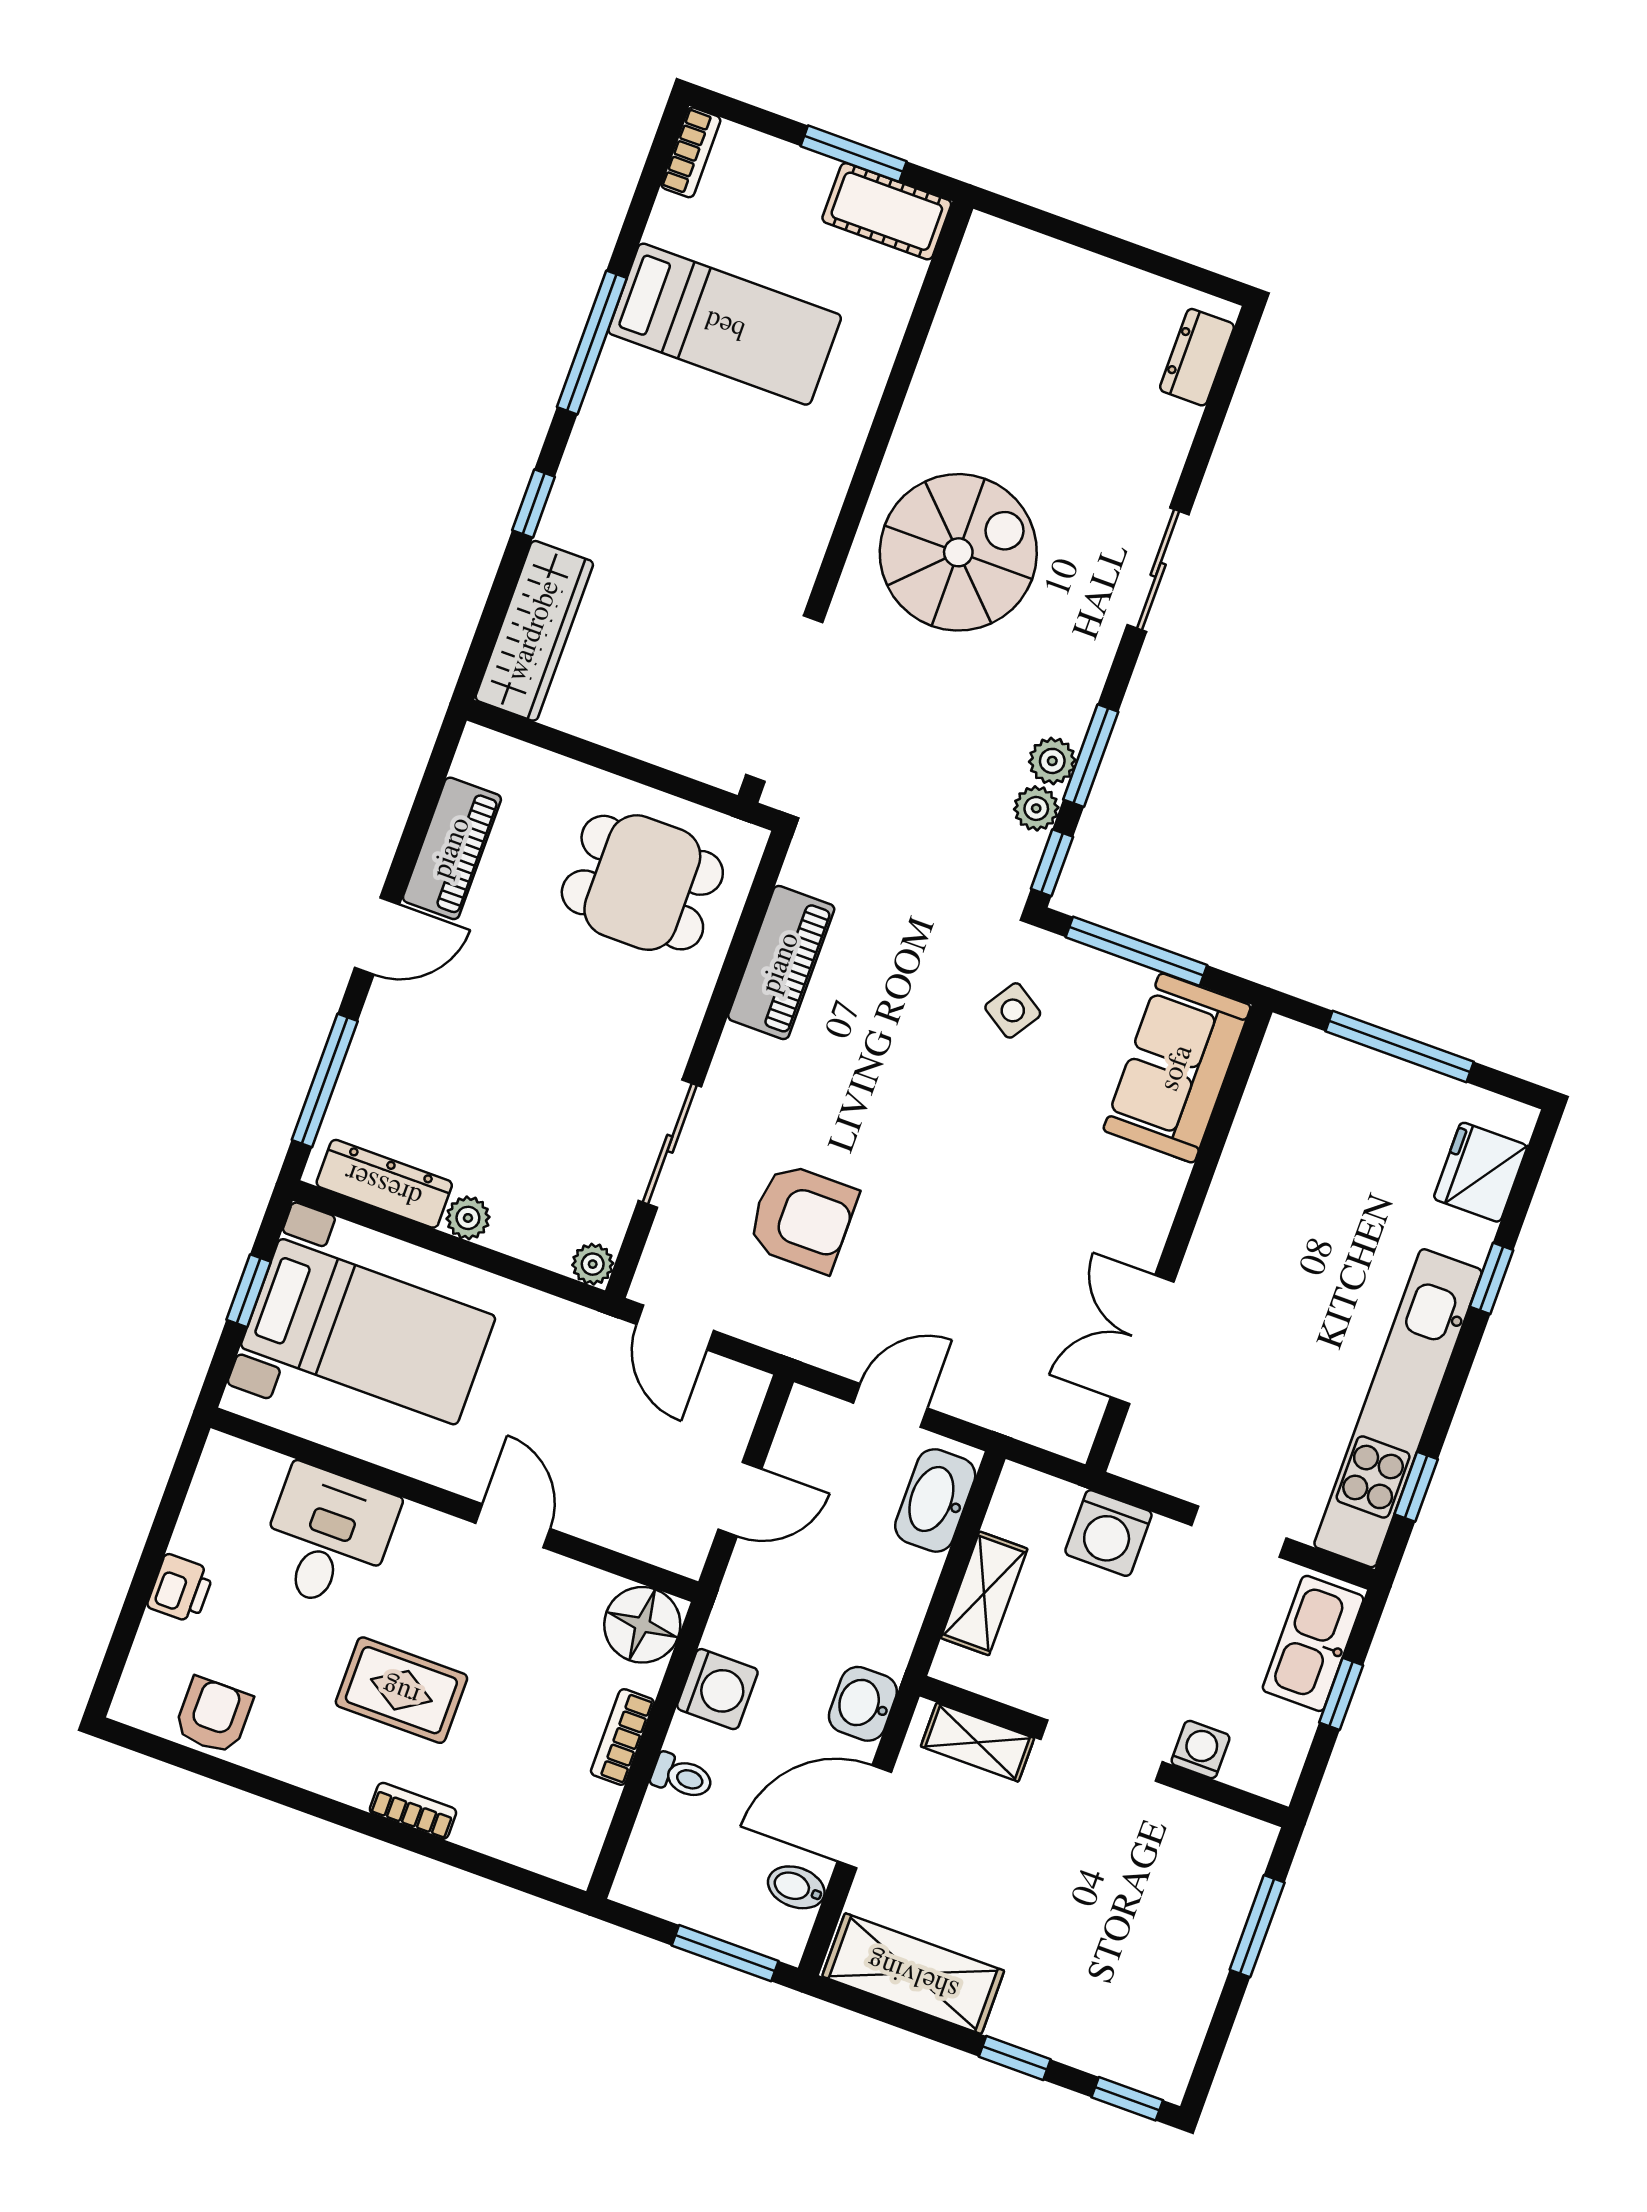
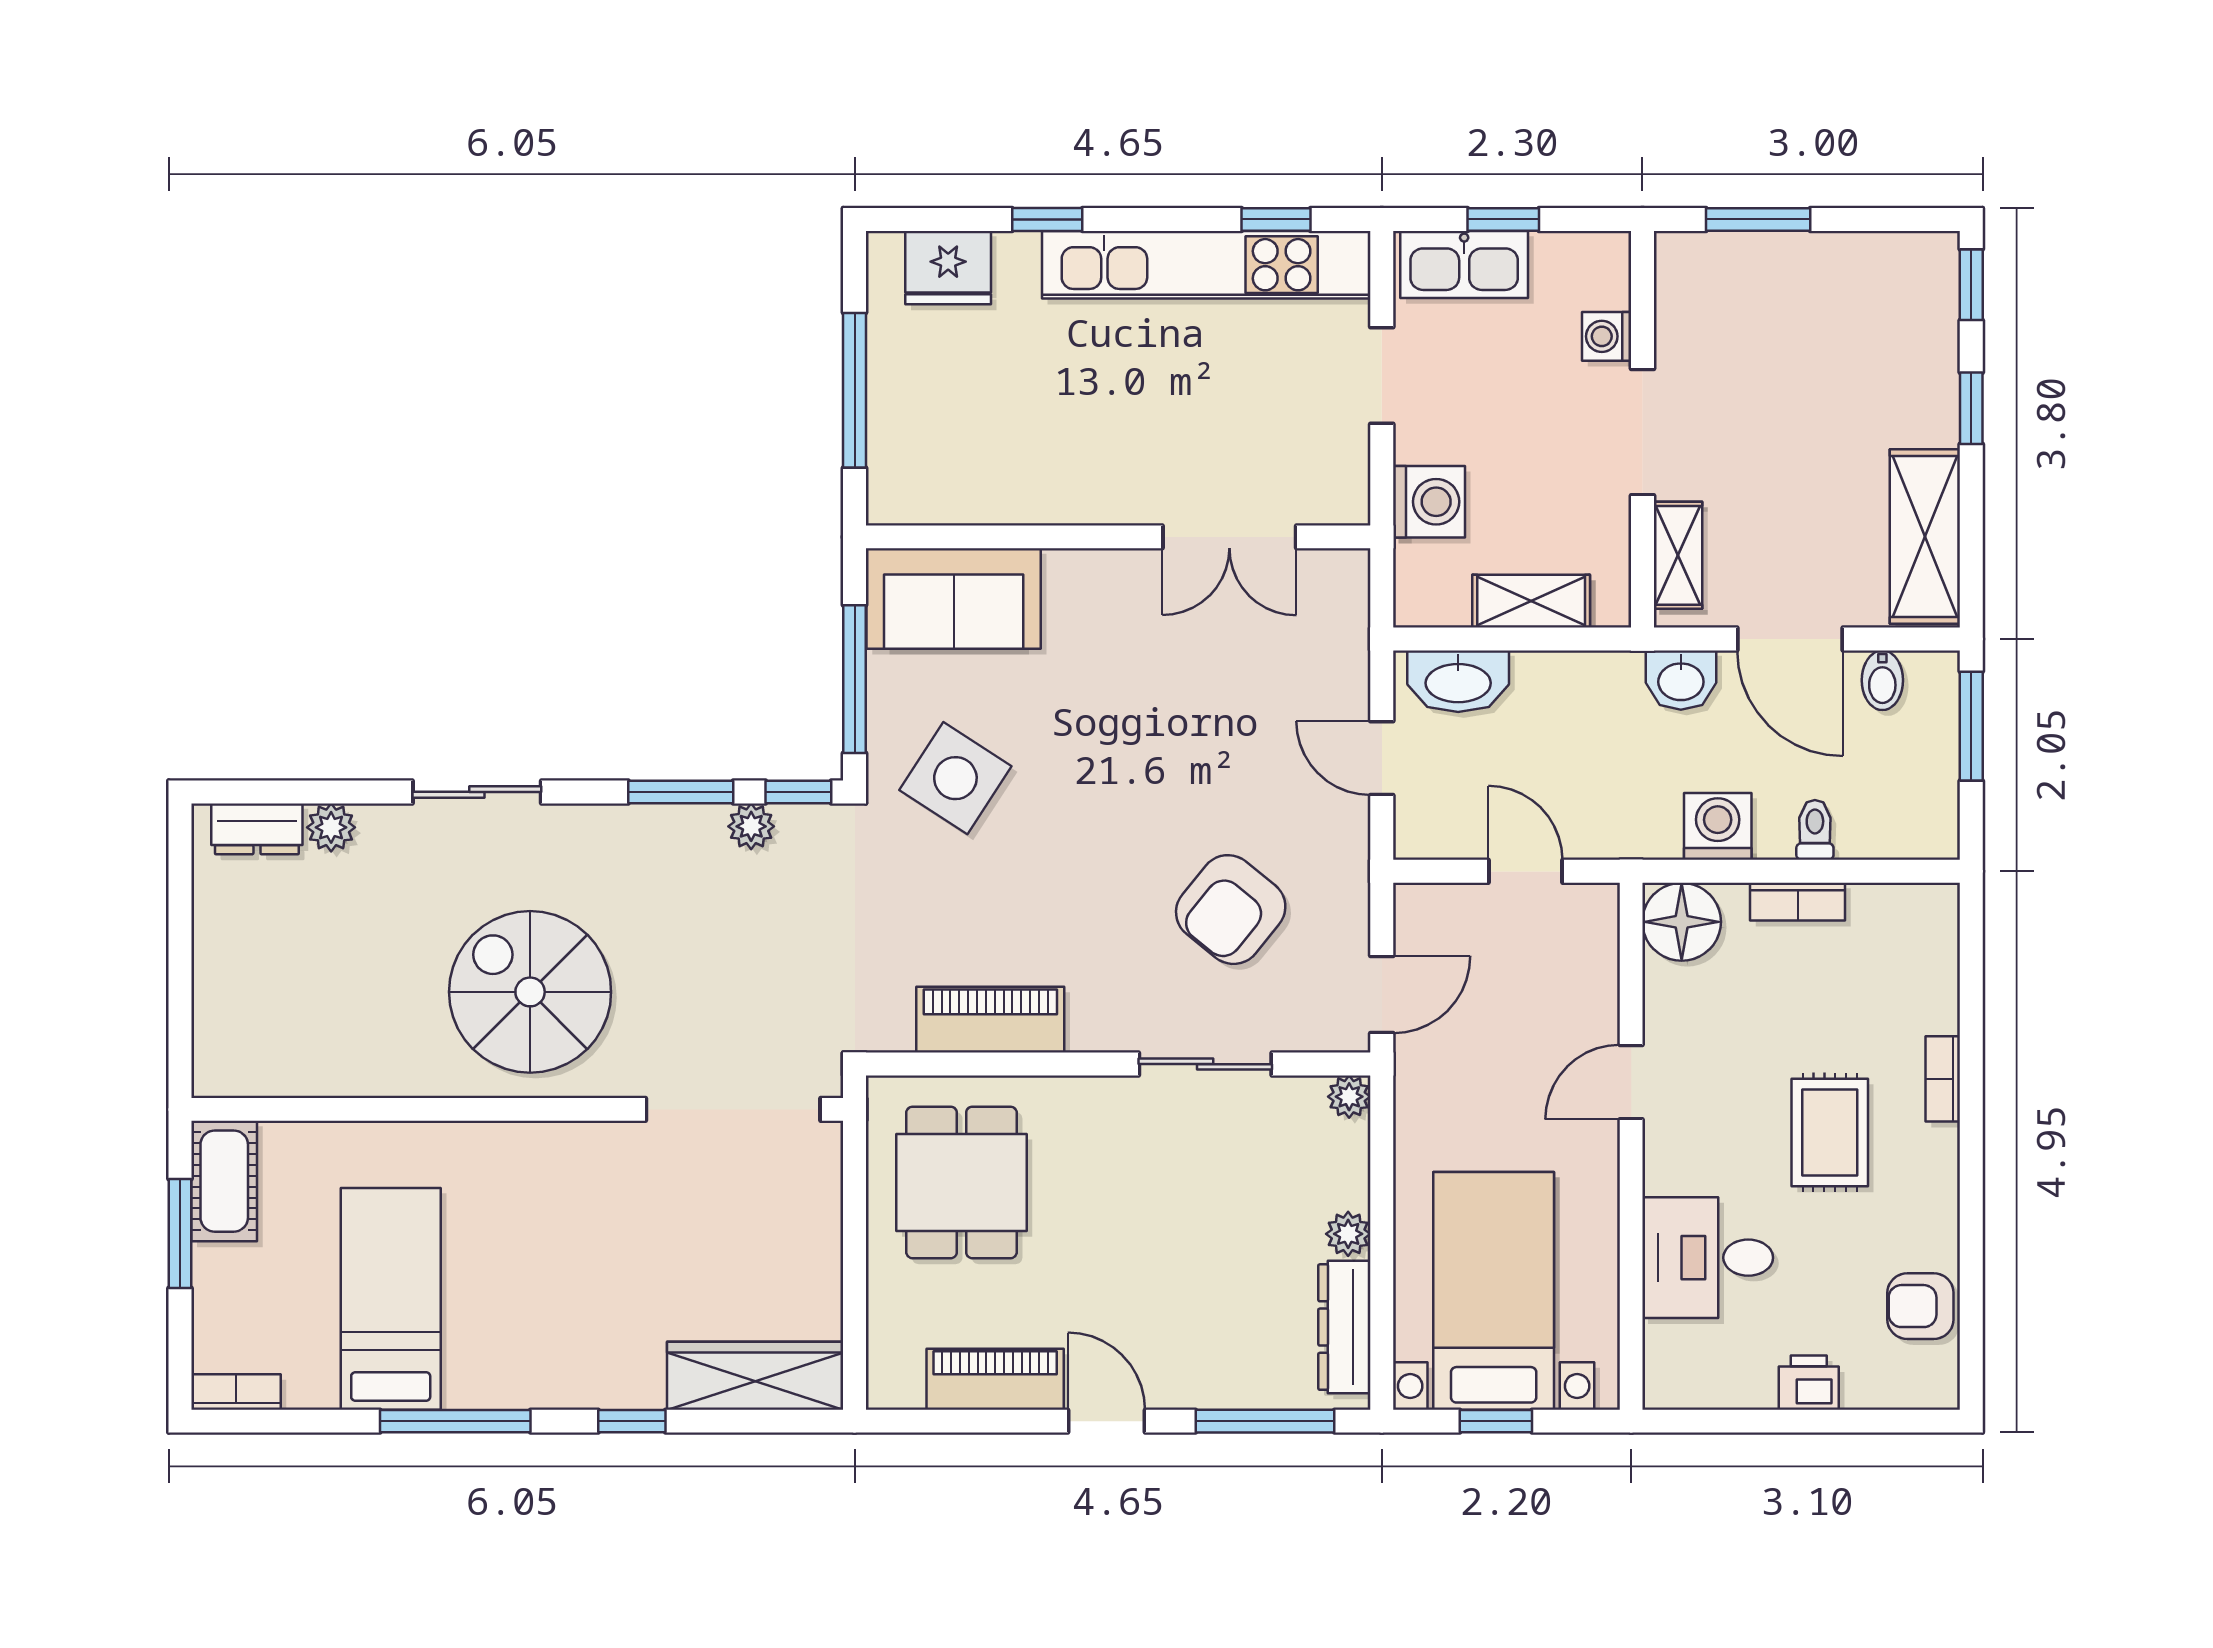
plant: (1052, 761) -> (331, 827), moved
side table: (1013, 1010) -> (955, 778), width x1.87, depth x1.87
armchair: (802, 1218) -> (1231, 910), turned -141

